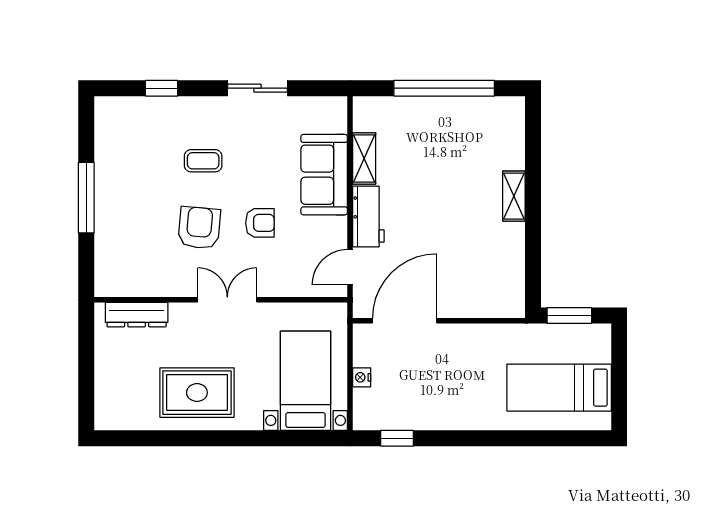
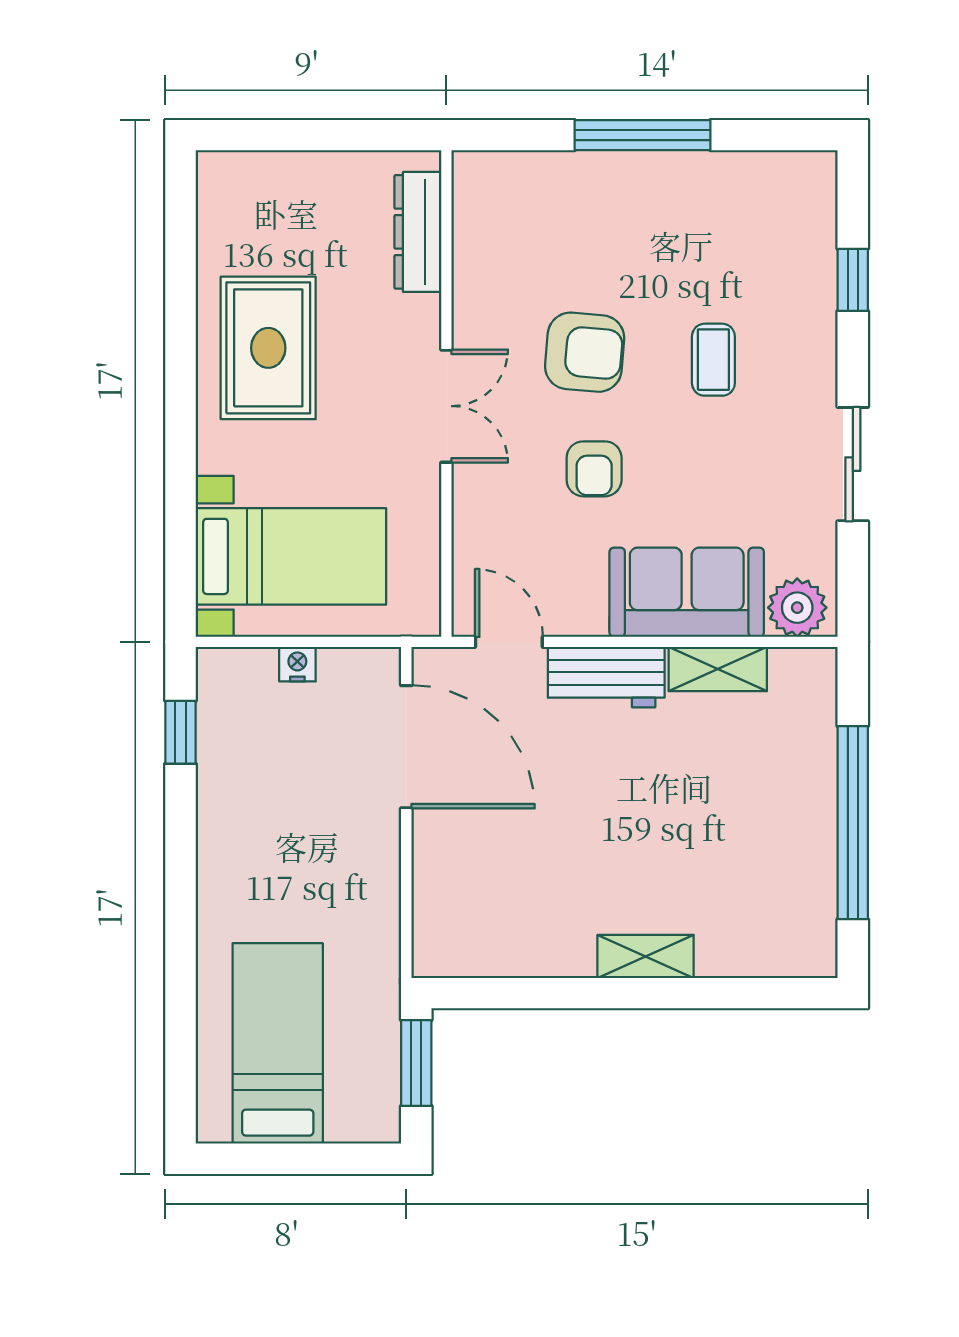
plant: (332, 117) -> (797, 608), added

